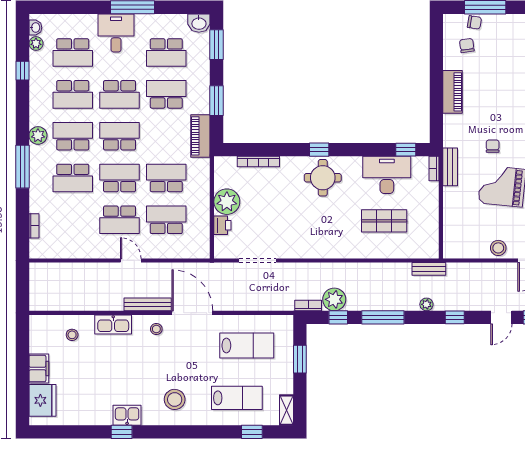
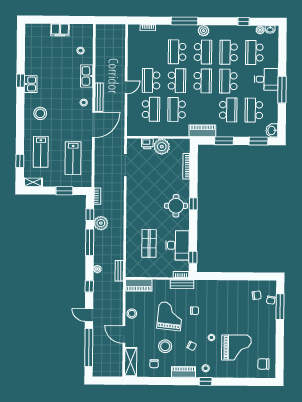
piano: (452, 92) -> (139, 285), moved
school desk: (166, 178) -> (177, 109), turned 180
plant: (334, 299) -> (101, 223), moved
fridge: (43, 400) -> (40, 32), removed

